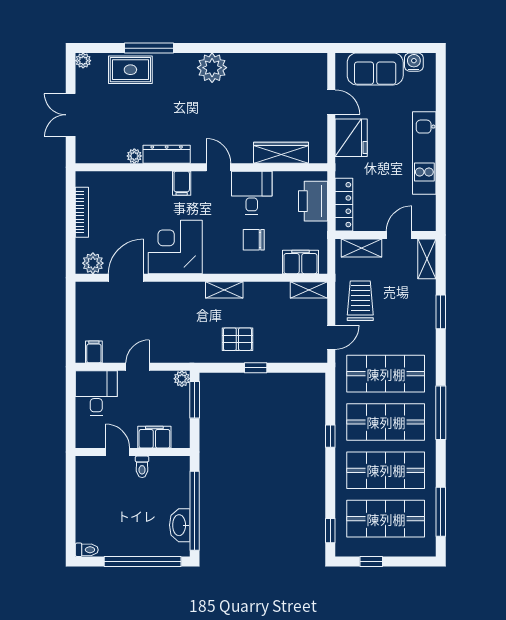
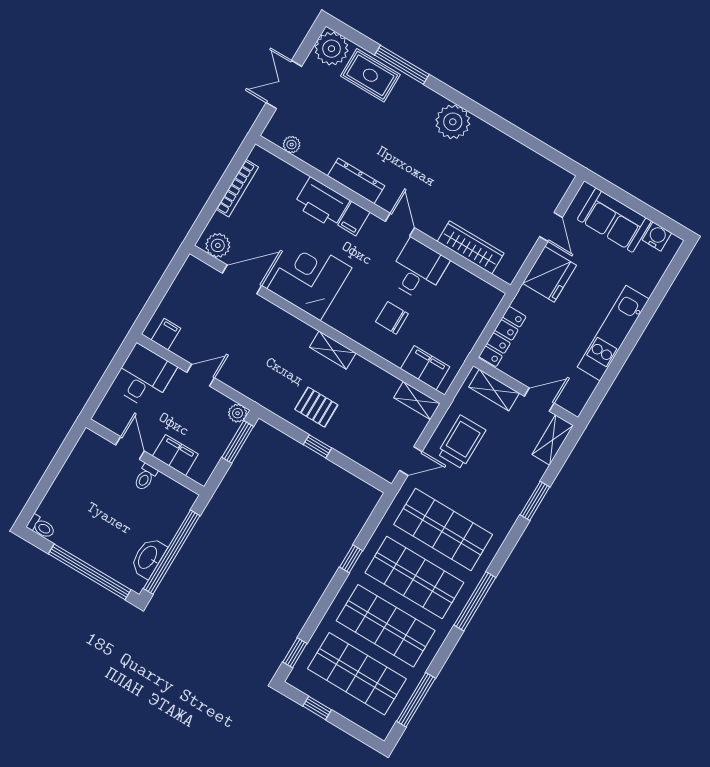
plant: (83, 61) -> (331, 49), width x1.87, depth x1.87
plant: (134, 156) -> (292, 145), moved
printer: (313, 201) -> (322, 203), moved, turned -90

